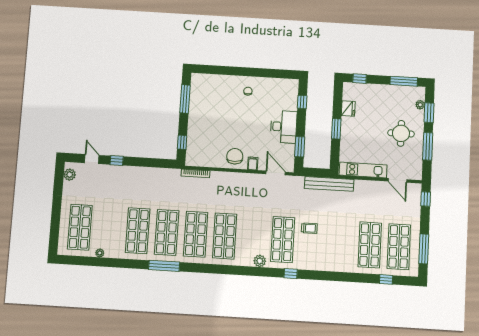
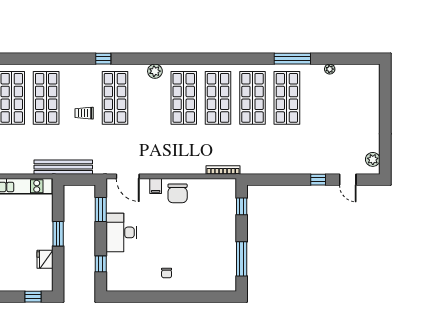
shop shelf: (80, 227) -> (46, 98), moved
plant: (260, 261) -> (155, 71), moved
window: (164, 266) -> (292, 59), moved

